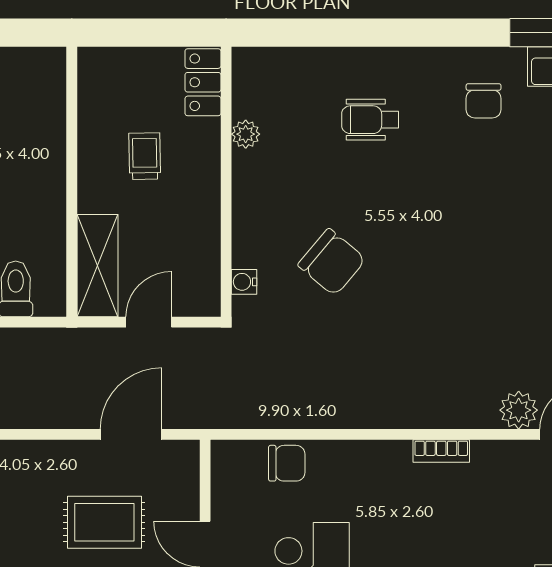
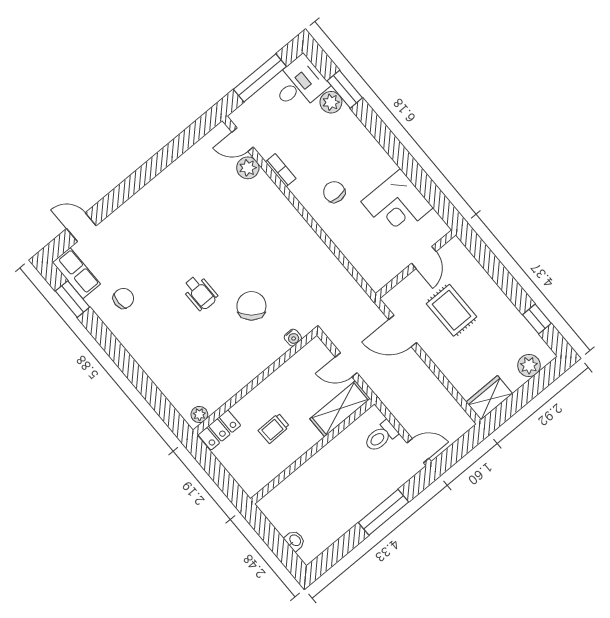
wheelchair: (370, 120) -> (200, 293), moved
plant: (246, 134) -> (199, 414), moved
bookcase: (441, 451) -> (281, 170), moved
chair: (287, 463) -> (334, 192), moved

